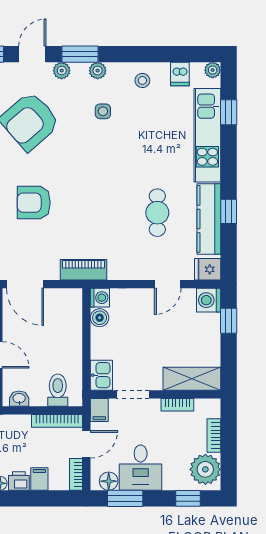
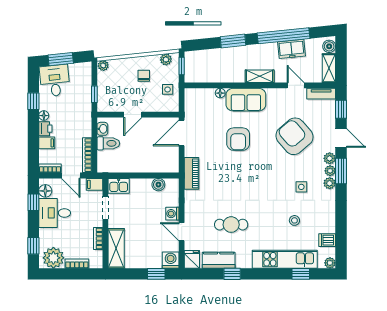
plant: (80, 70) -> (330, 171), added
stool: (142, 80) -> (294, 220), moved
armchair: (34, 203) -> (238, 139), turned 180
kitchen counter: (209, 219) -> (219, 260), width x0.67
washing machine: (100, 298) -> (172, 214), moved, turned 90
toilet: (58, 390) -> (108, 143), moved
window: (125, 498) -> (33, 202), width x0.67

